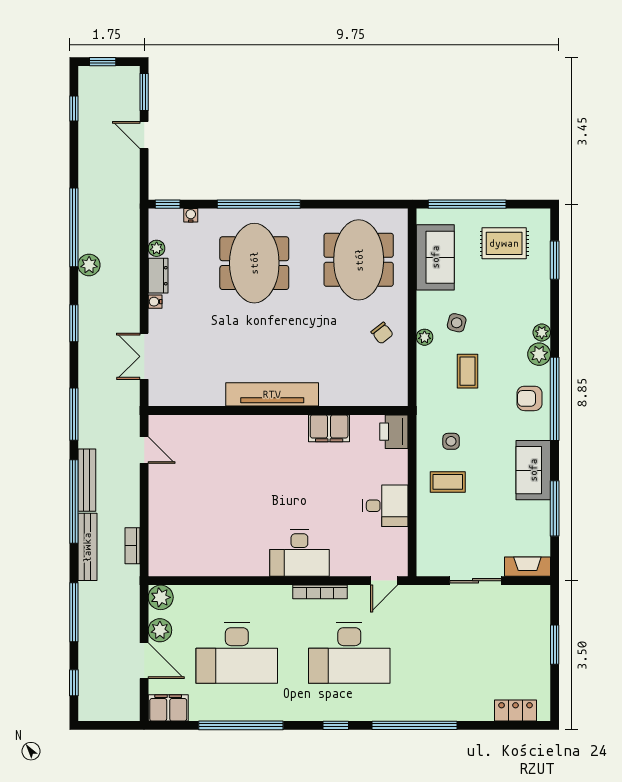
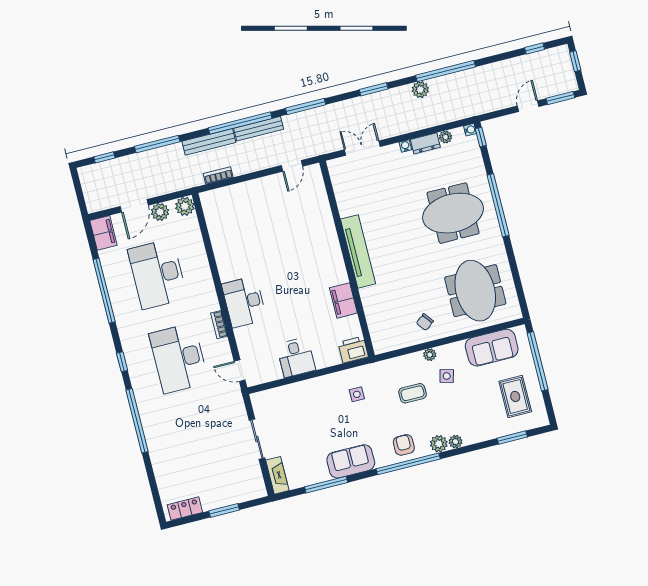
water cooler: (191, 215) -> (470, 130), moved
meeting table: (359, 260) -> (475, 291), turned 90
coffee table: (448, 482) -> (326, 400), removed
bookcase: (320, 592) -> (219, 325), width x0.64
locker: (516, 711) -> (185, 509), moved, turned -90

